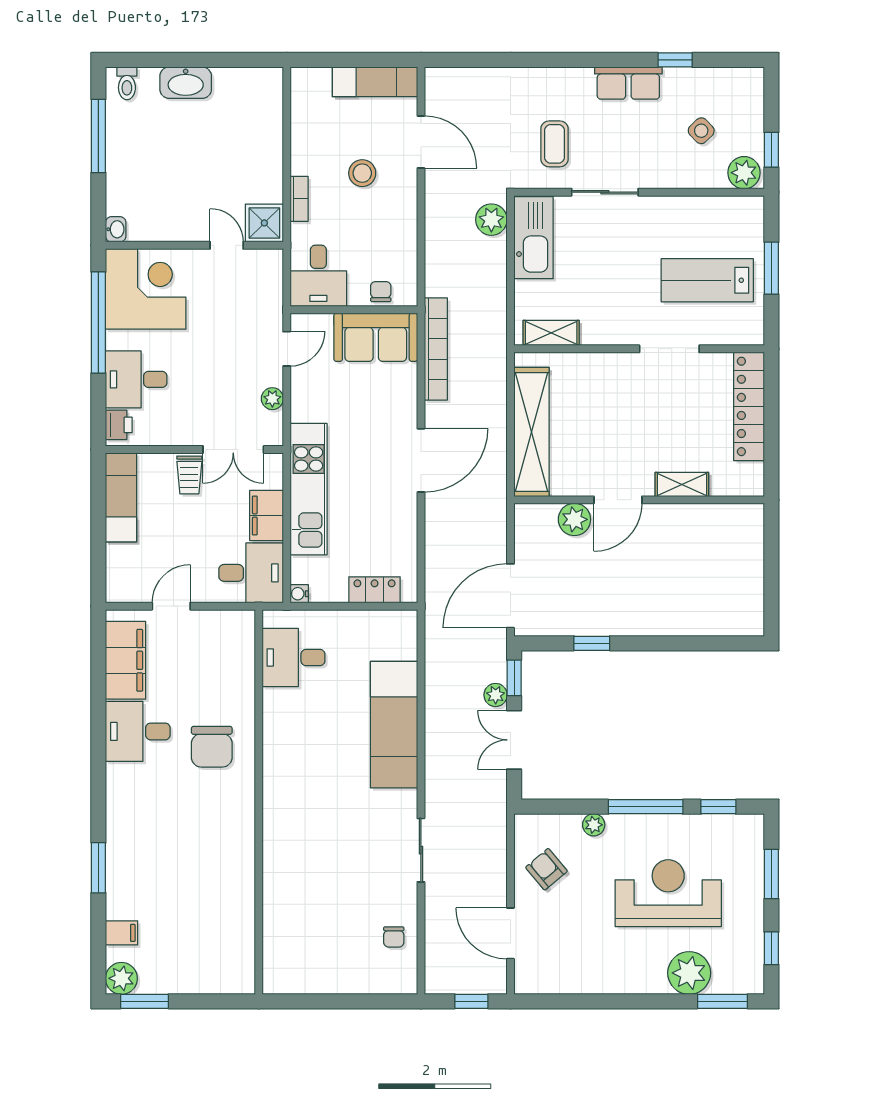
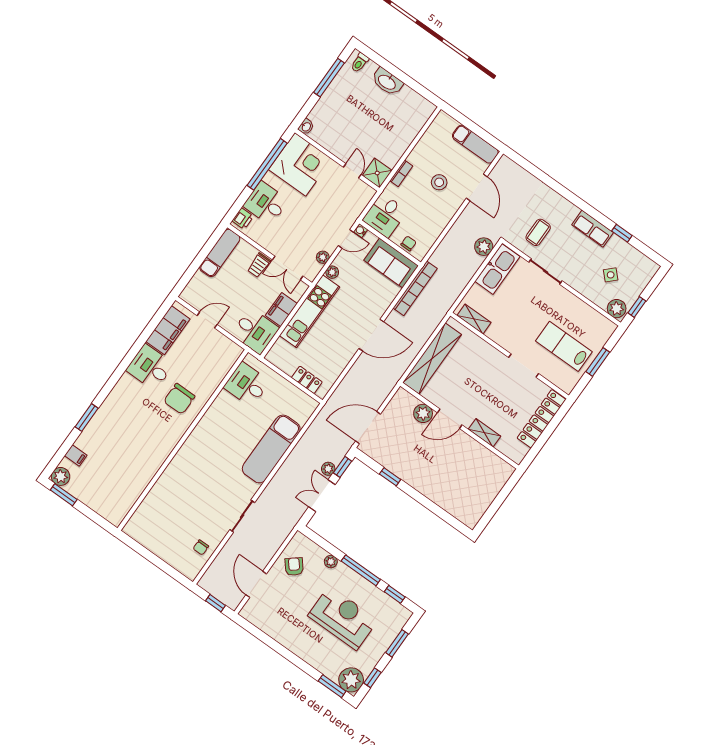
plant: (301, 410) -> (332, 272), added
water cooler: (299, 594) -> (361, 231), moved
plant: (689, 973) -> (351, 680), moved

